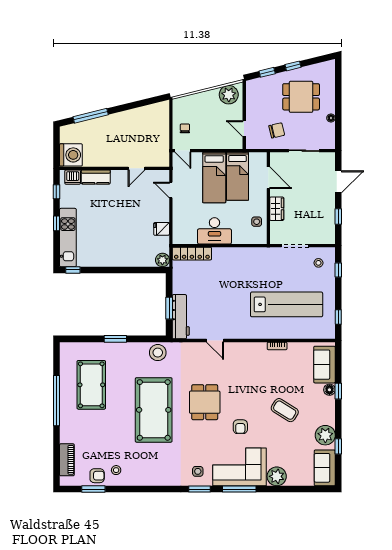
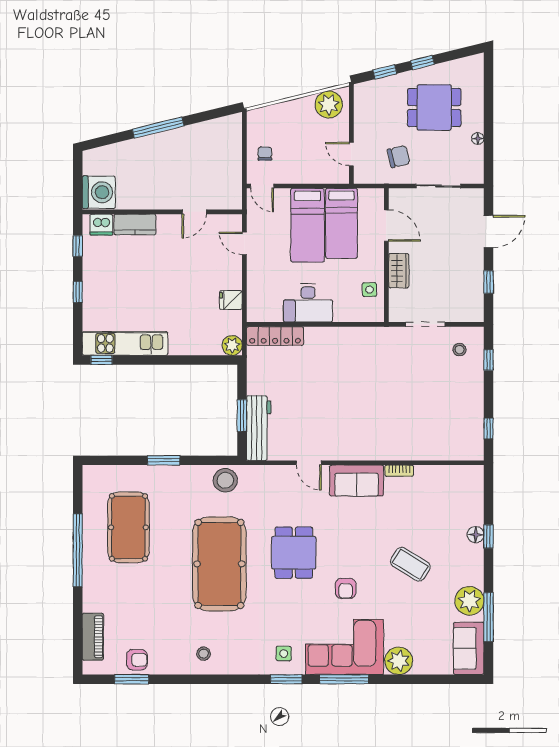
window: (91, 116) -> (158, 128), moved
kitchen unit: (68, 238) -> (125, 343), moved, turned -90
lab bench: (287, 304) -> (413, 410), removed
sofa: (324, 365) -> (357, 481), moved, turned -90
window: (338, 446) -> (488, 617), width x2.17
stool: (116, 470) -> (204, 654), moved

